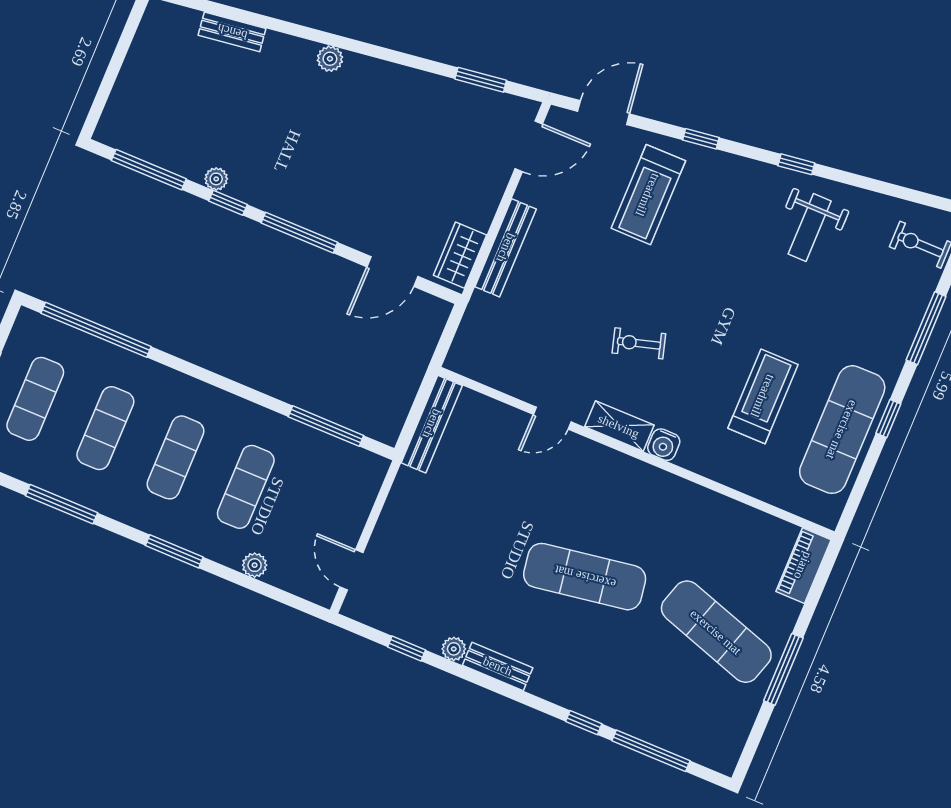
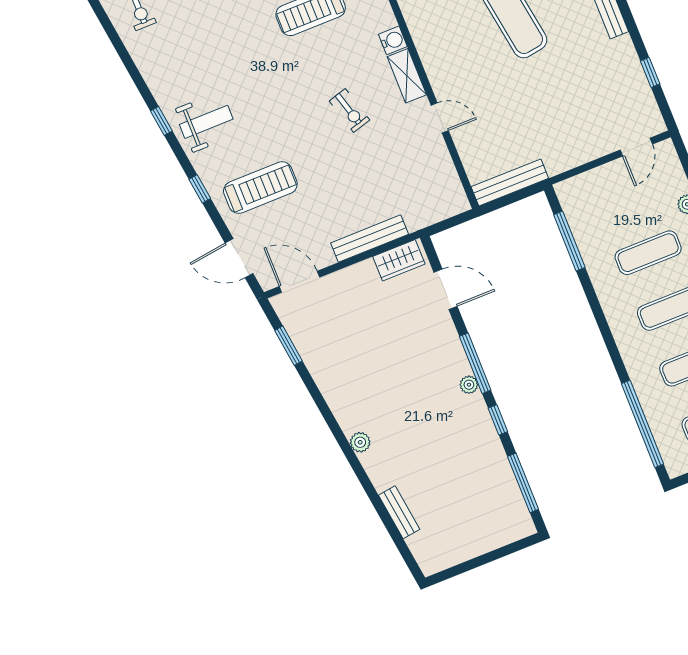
plant: (216, 179) -> (469, 385), moved
weight bench: (810, 228) -> (206, 122), moved
plant: (454, 649) -> (624, 46), removed

